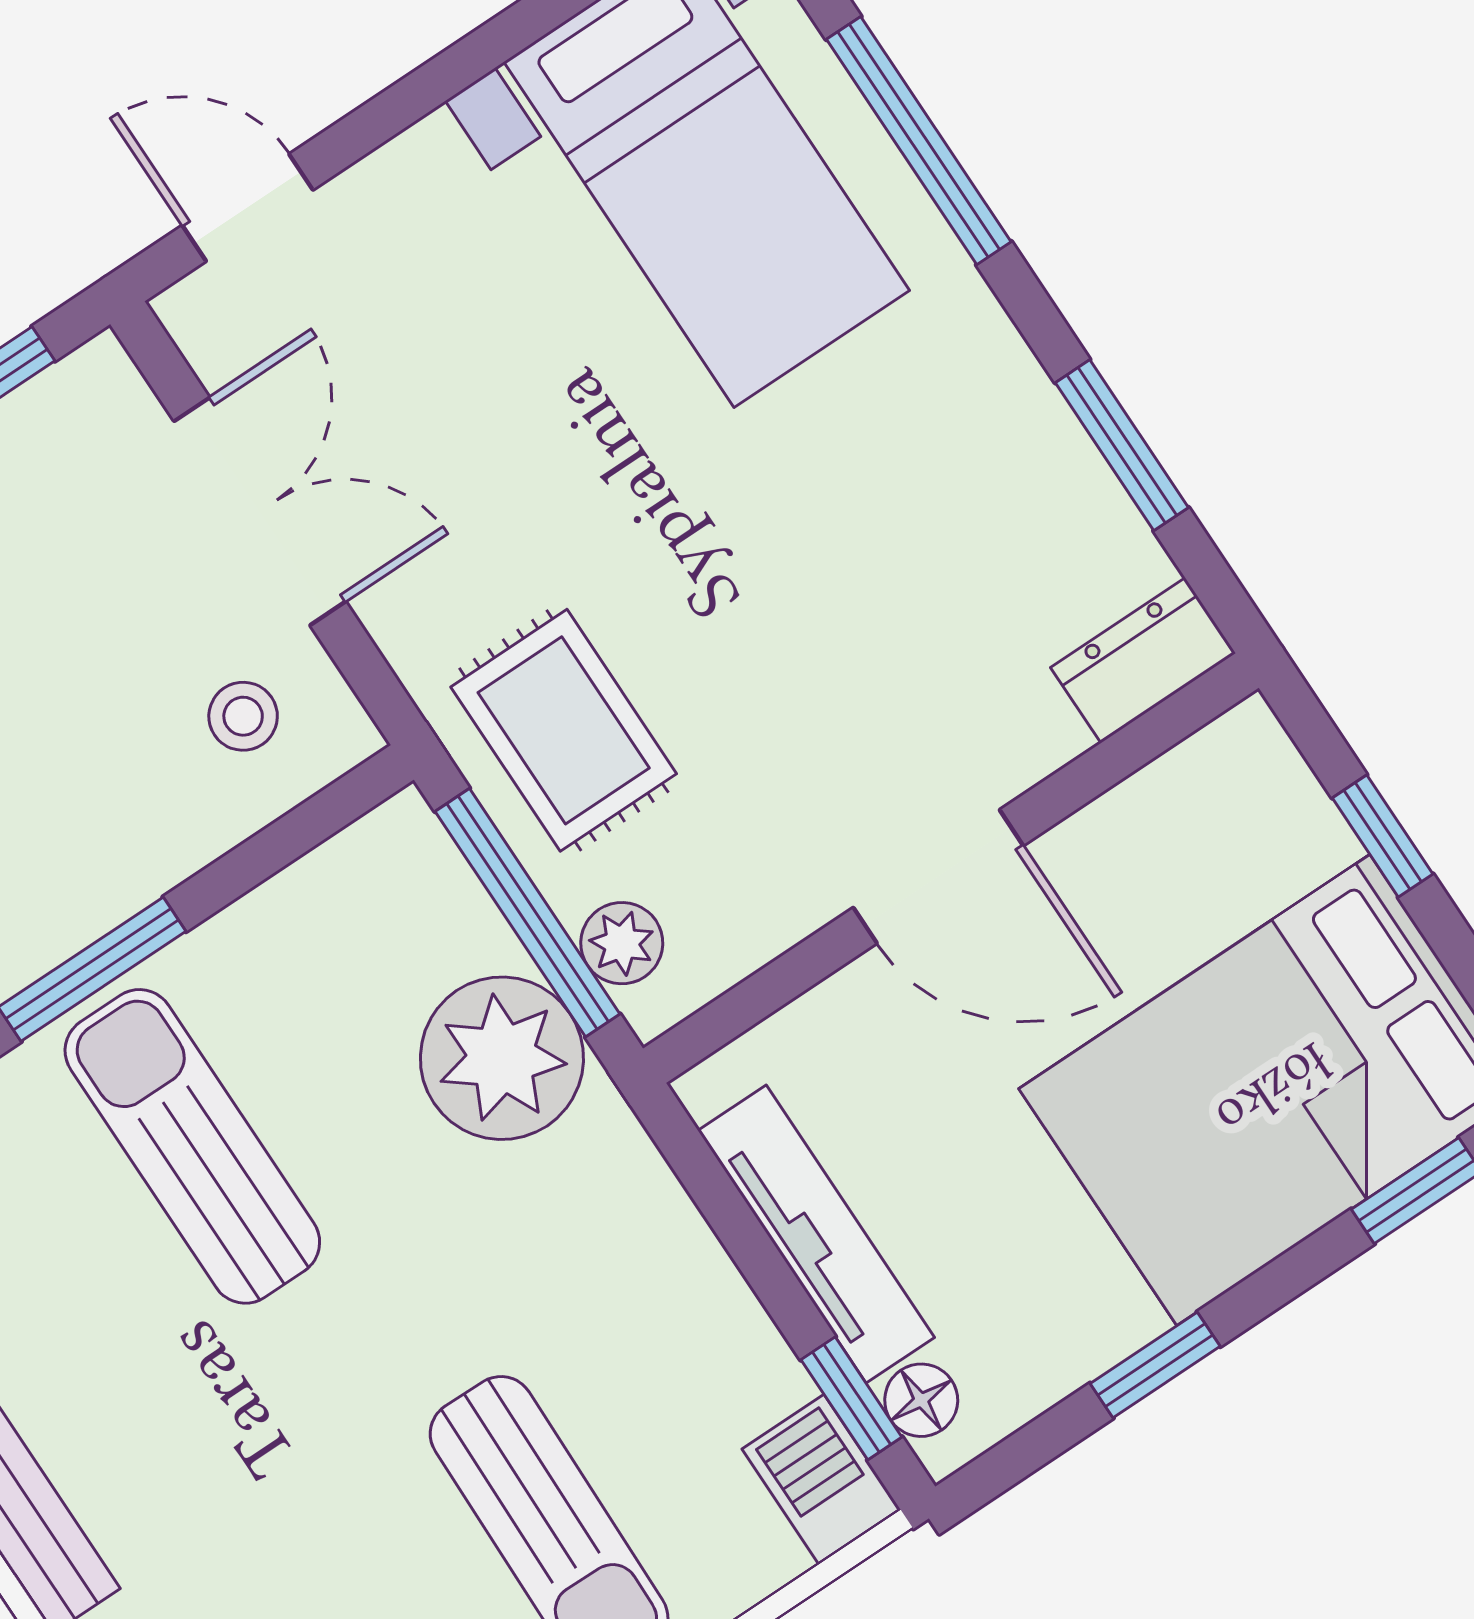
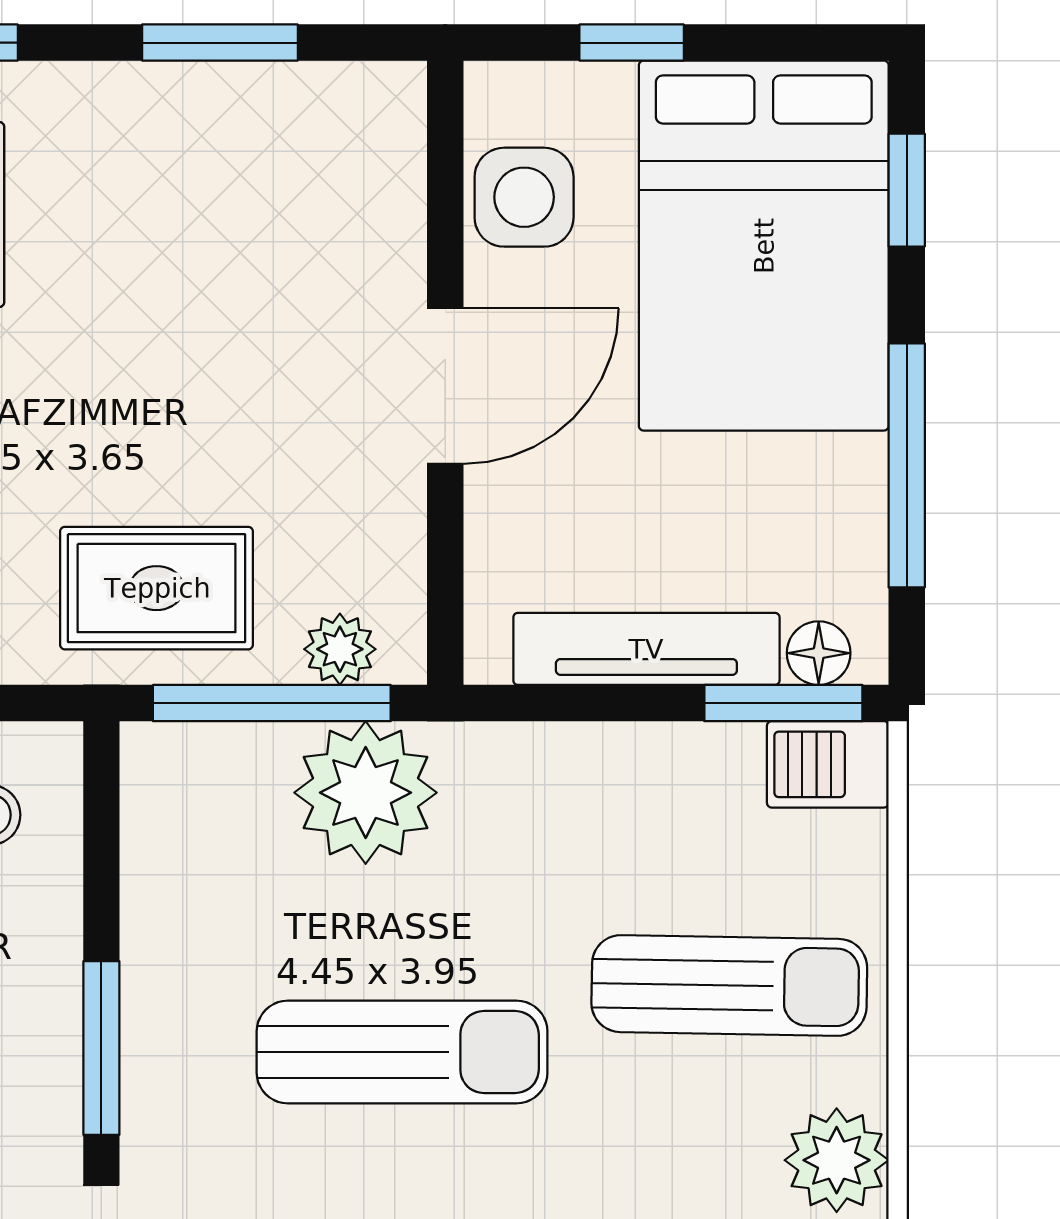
dresser: (1143, 660) -> (387, 132), removed
side table: (1168, 832) -> (524, 197), added
sun lounger: (192, 1146) -> (402, 1052), moved, turned 180
window: (1155, 1365) -> (907, 465), width x2.17
window: (851, 1398) -> (783, 703), width x1.50

